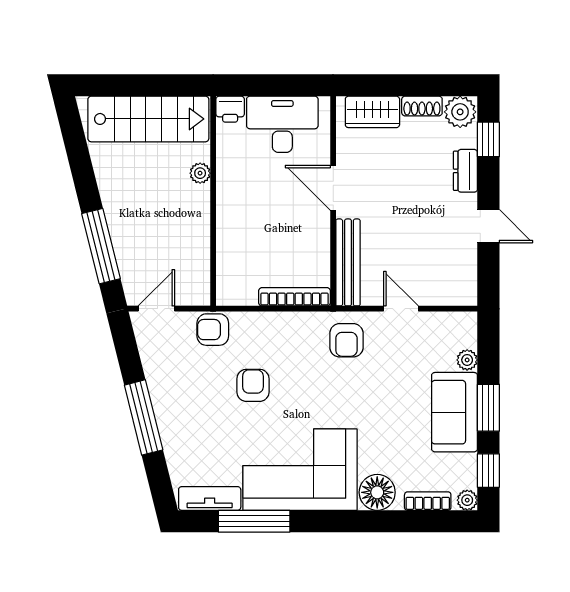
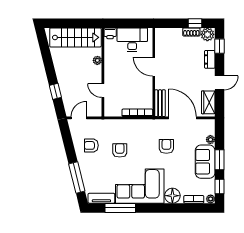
window: (431, 85) -> (195, 23), added
wardrobe: (372, 112) -> (208, 102), moved, turned 90
door: (488, 226) -> (219, 83), hinge flipped
door: (213, 244) -> (103, 90), added
window: (101, 246) -> (55, 91), width x0.46
bench: (348, 262) -> (160, 103), width x0.73
door: (401, 309) -> (182, 118), width x1.88
armchair: (213, 330) -> (91, 145), moved
armchair: (346, 340) -> (166, 146), moved, turned 180
window: (144, 417) -> (77, 178), moved

